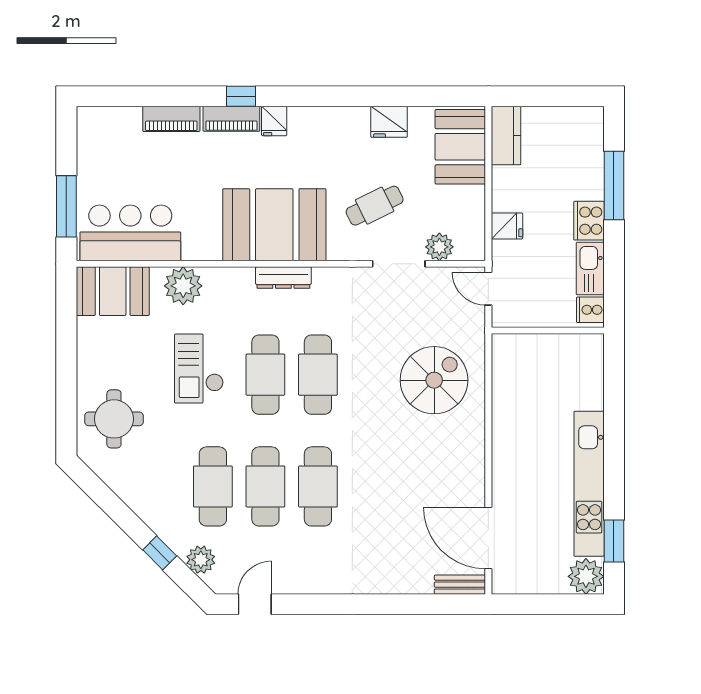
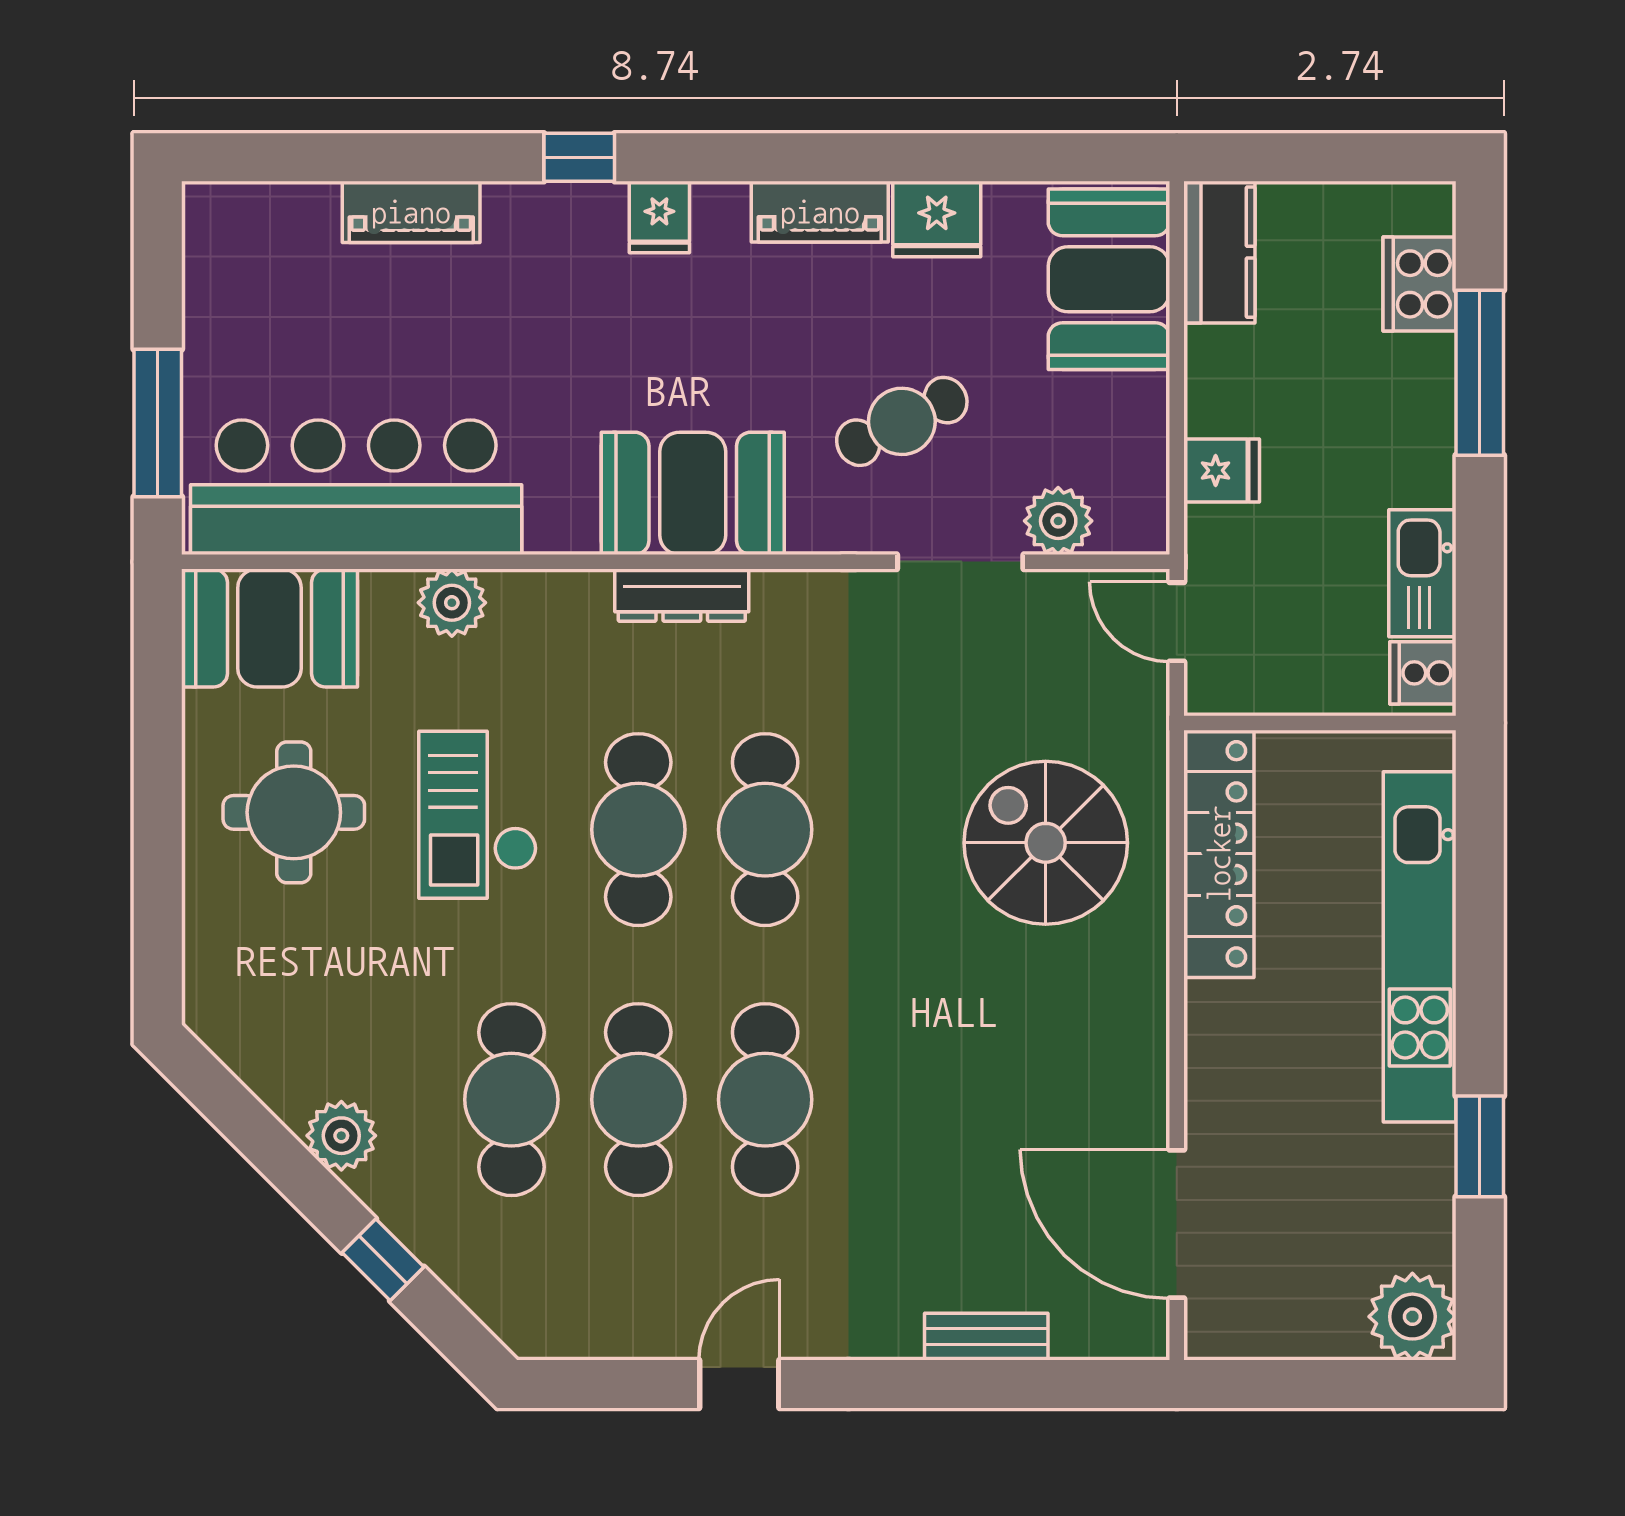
piano: (231, 119) -> (820, 212), moved
cooker: (589, 221) -> (1419, 284), moved
booth: (274, 225) -> (693, 493), width x0.73, depth x0.70
bar counter: (130, 233) -> (356, 487), width x1.36
plant: (183, 286) -> (452, 603), width x0.73, depth x0.73
spiral stairs: (434, 380) -> (1046, 843), turned -90
locker: (506, 385) -> (1219, 854), added
round table: (114, 419) -> (294, 812), moved
kitchen unit: (589, 484) -> (1420, 947), moved
window: (614, 541) -> (1480, 1146), moved
plant: (201, 560) -> (341, 1136), moved
bench: (460, 585) -> (986, 1337), moved
door: (255, 604) -> (739, 1384), moved

